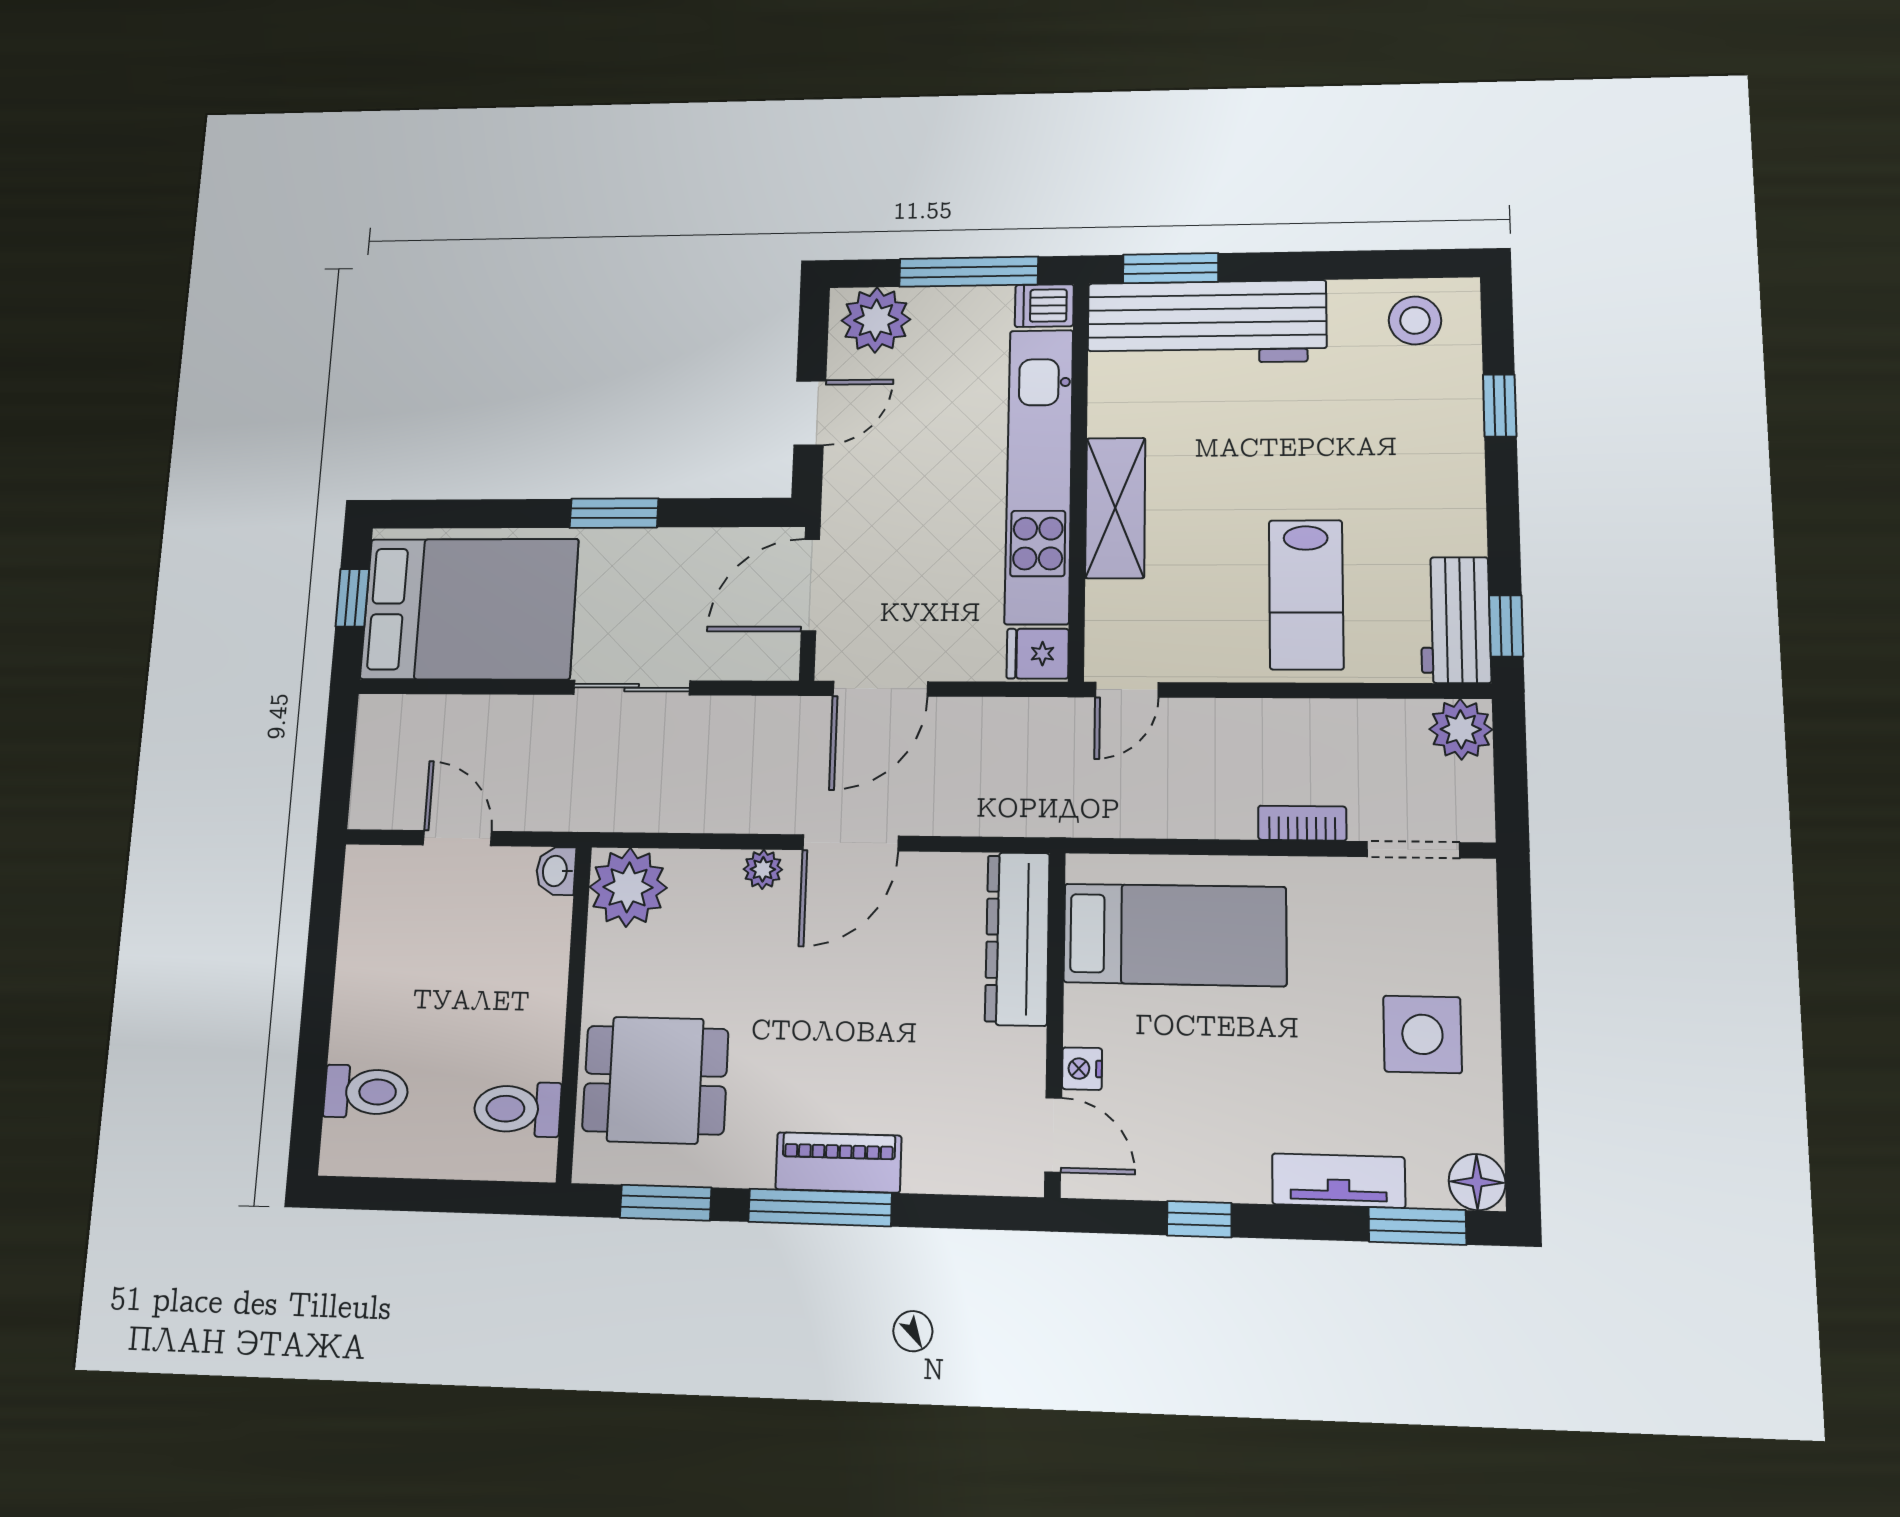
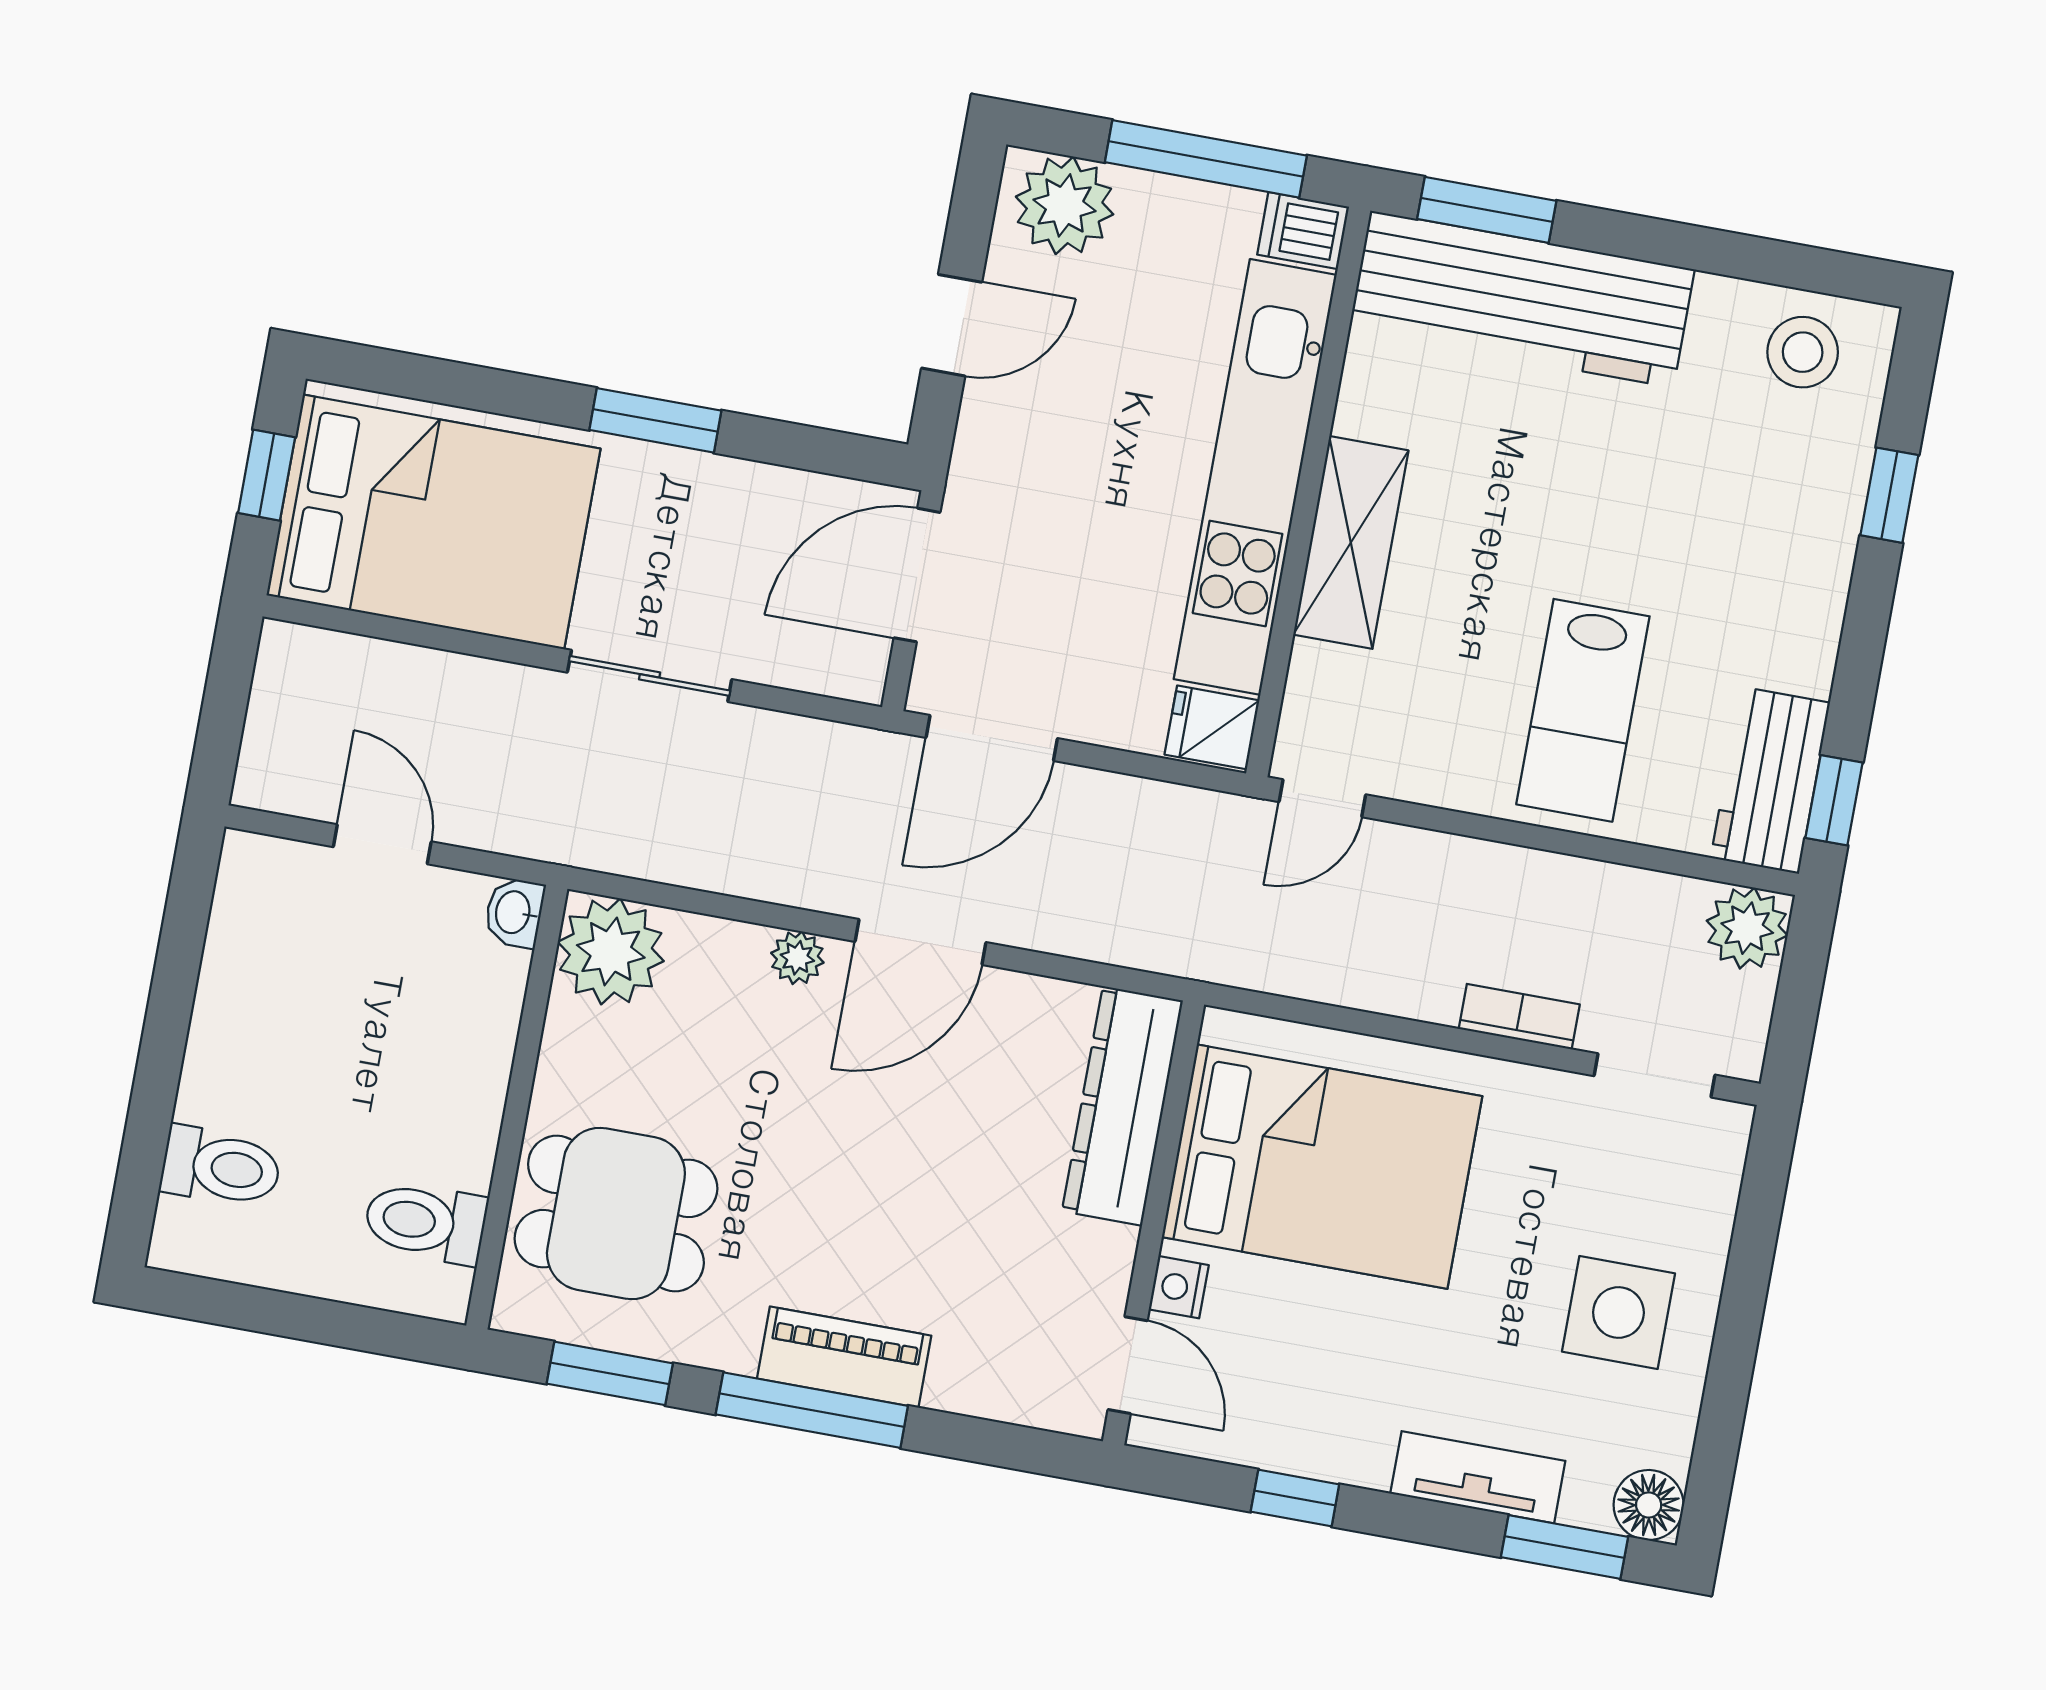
bed: (1175, 935) -> (1322, 1167), width x1.50

